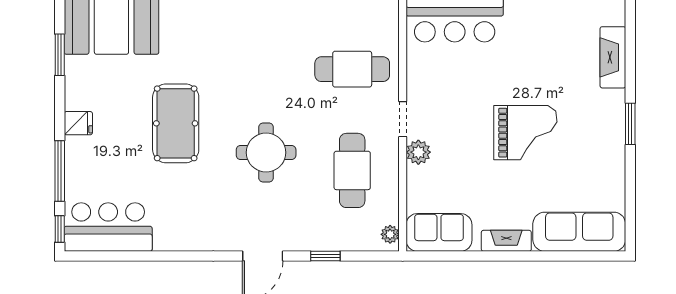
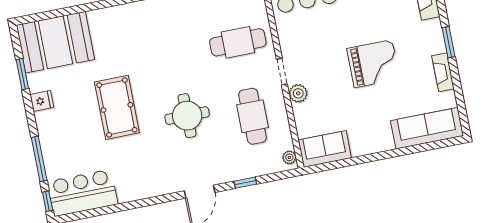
fridge: (78, 123) -> (42, 101), moved
fireplace: (506, 241) -> (443, 72), moved, turned -90

